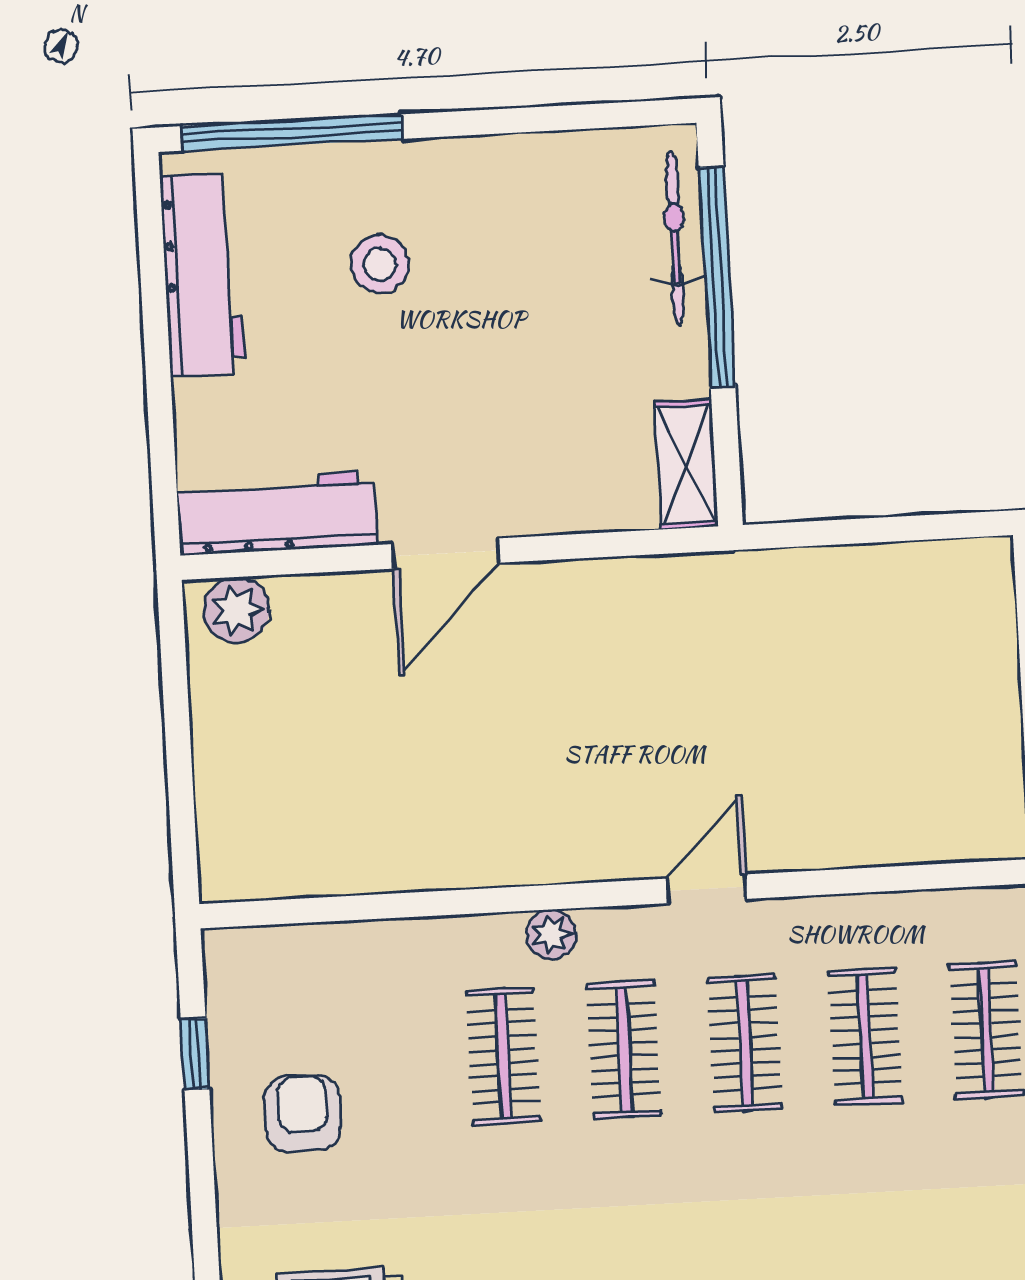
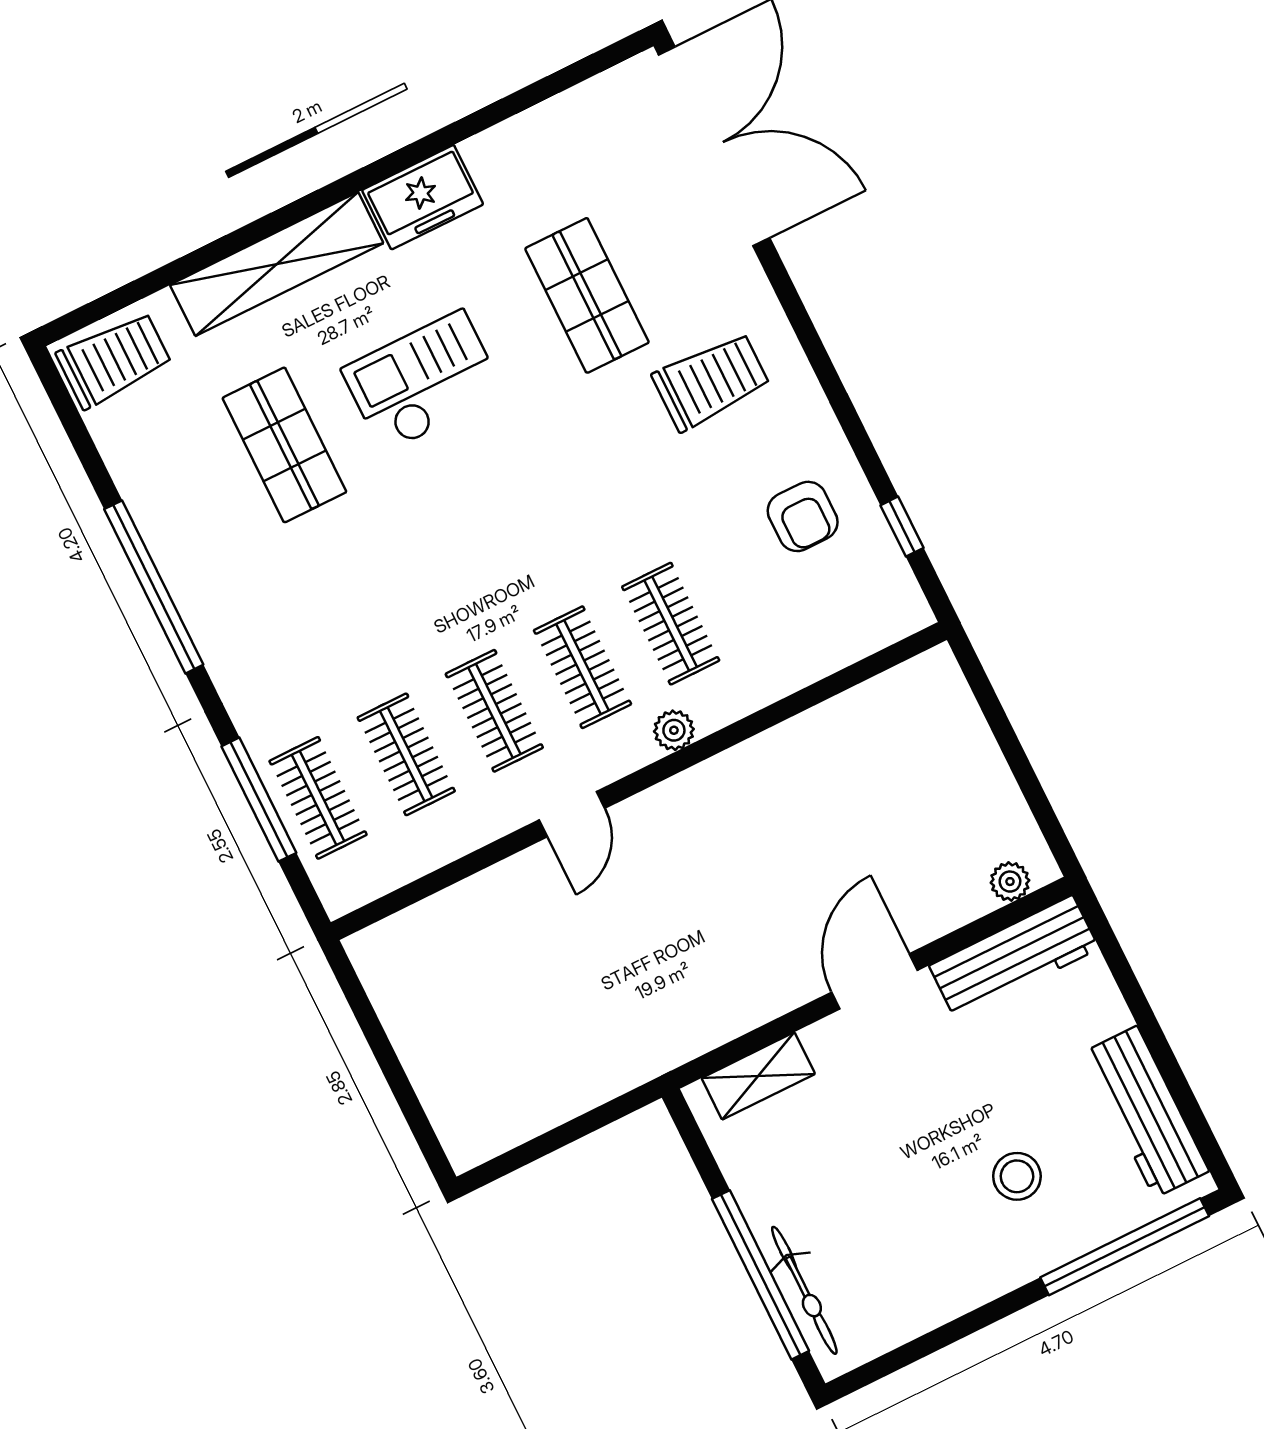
shelving: (686, 464) -> (758, 1076), moved, turned 90
plant: (236, 610) -> (1010, 882), width x0.73, depth x0.73

